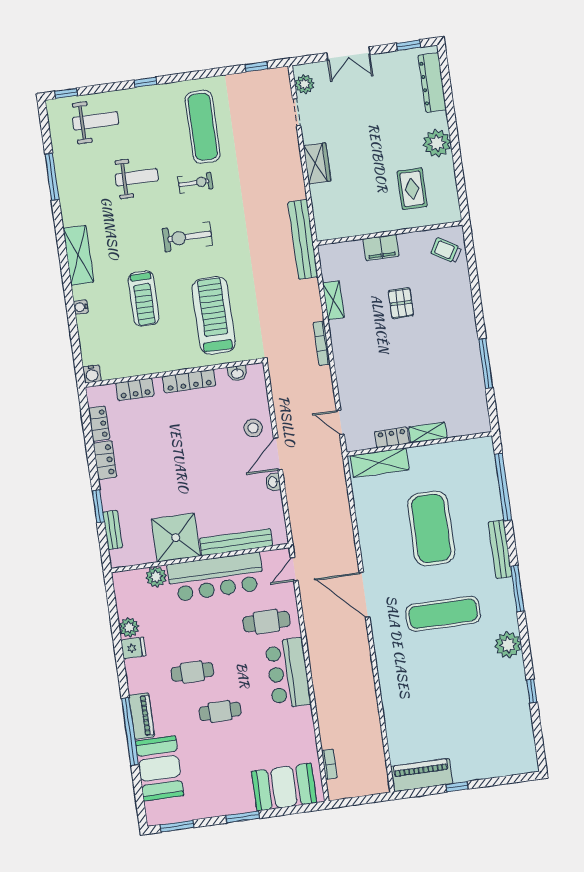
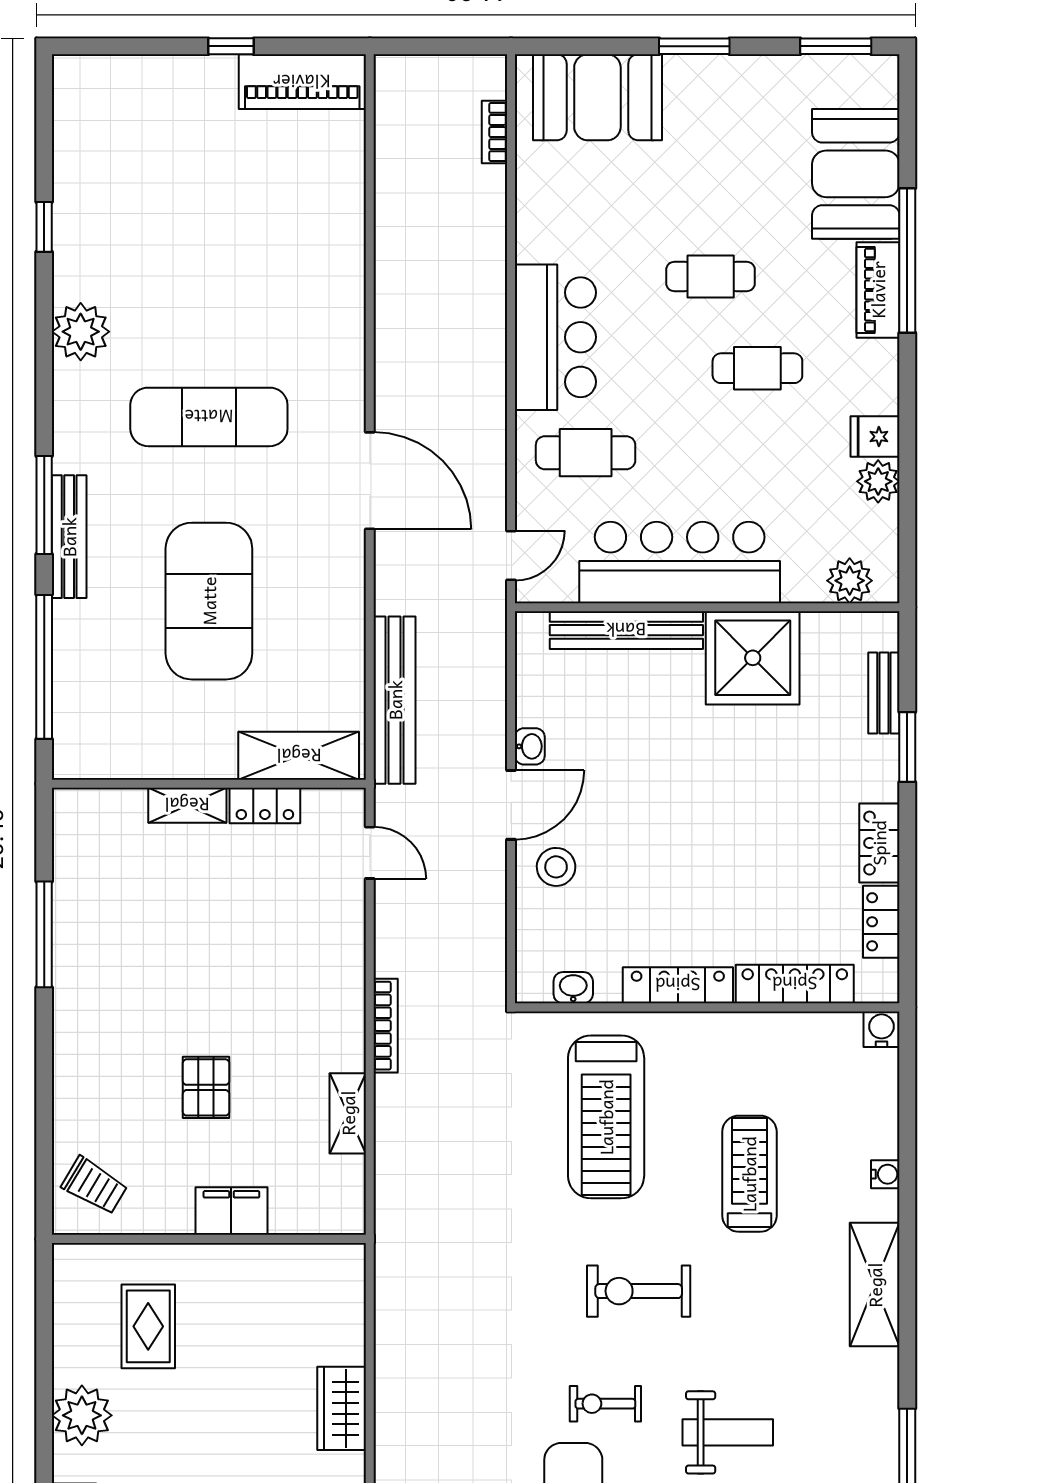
weight bench: (137, 177) -> (728, 1432), turned 180
exercise bike: (187, 237) -> (639, 1291), turned 180
bench: (303, 239) -> (395, 700), moved
locker: (135, 389) -> (795, 984), width x1.53
plant: (156, 577) -> (850, 581), moved
window: (517, 589) -> (44, 505), moved

